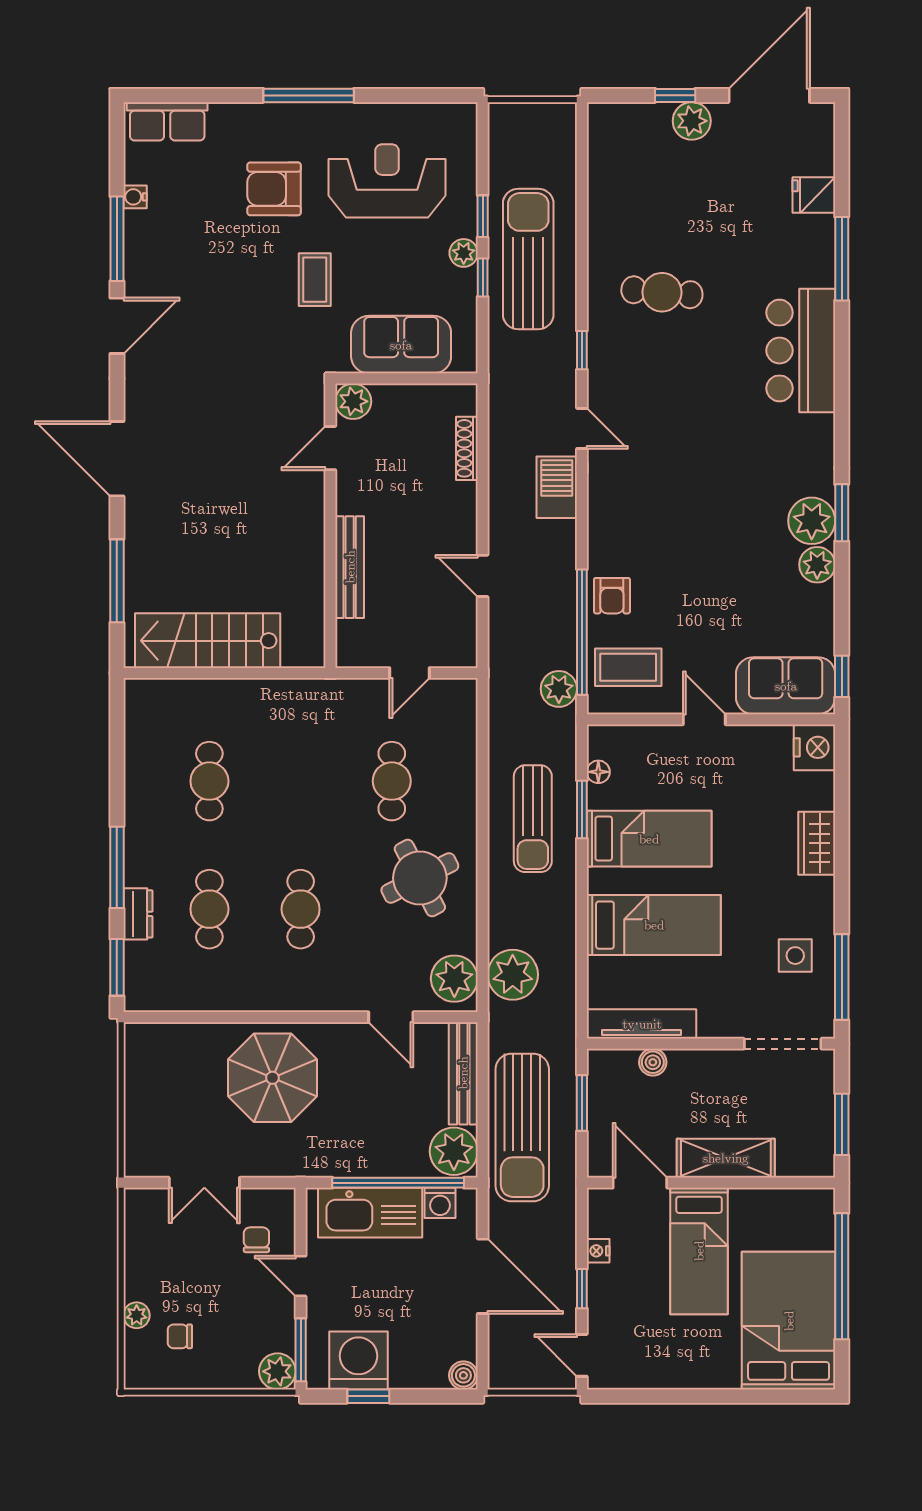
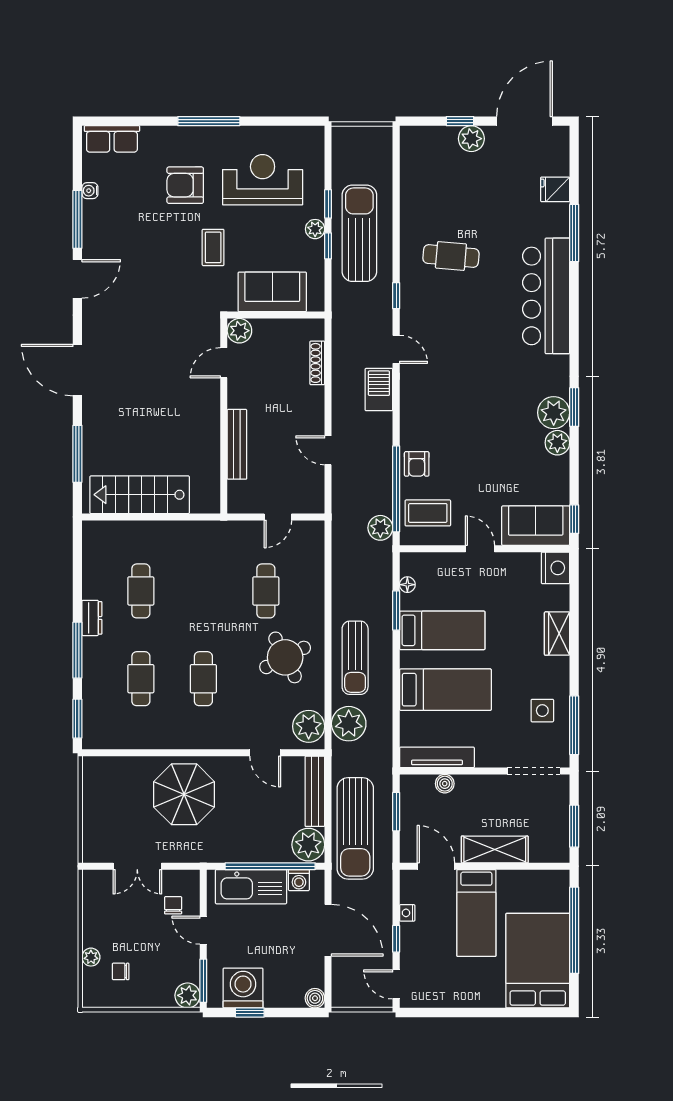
bar counter: (801, 351) -> (546, 296), width x1.36
sun lounger: (533, 819) -> (355, 658), moved
dresser: (138, 914) -> (92, 618), moved

